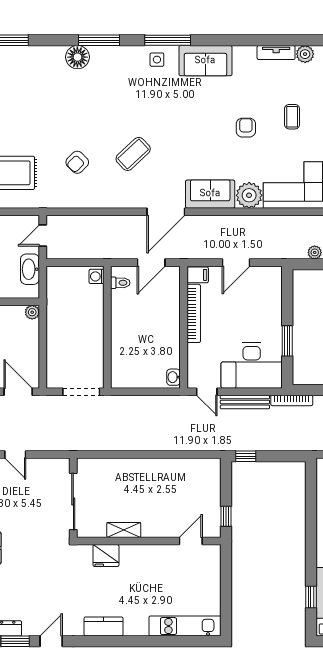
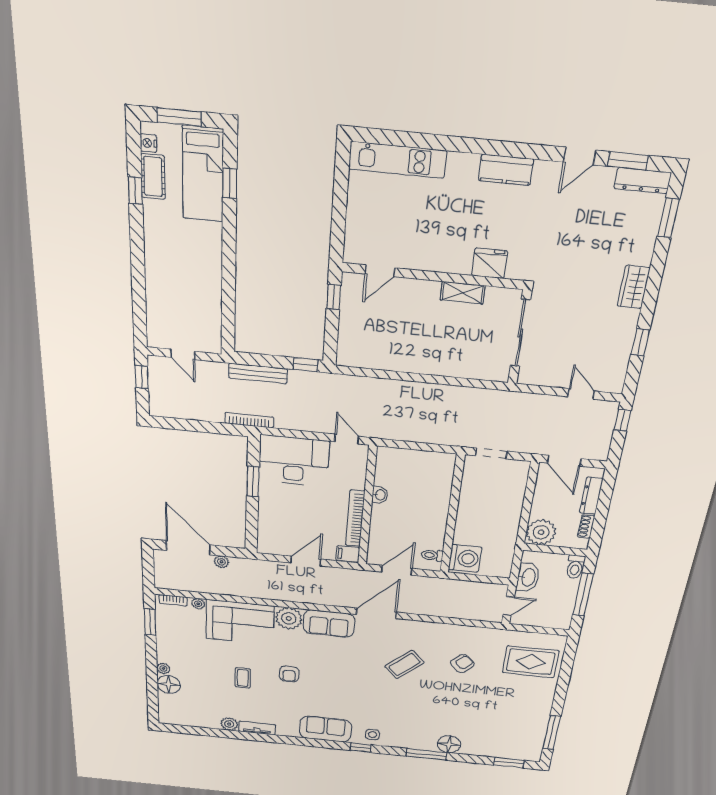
window: (168, 40) -> (361, 748), width x0.46
washing machine: (97, 276) -> (465, 558), width x1.89, depth x1.89
plant: (32, 312) -> (541, 532), width x1.87, depth x1.87
washbasin: (173, 377) -> (380, 495), moved
doorway: (81, 392) -> (491, 453), width x0.73
bench: (245, 402) -> (258, 373), moved

